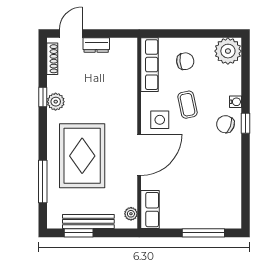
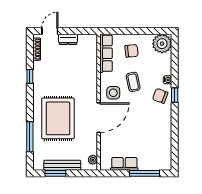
plant: (56, 102) -> (39, 80), removed
row of seats: (150, 210) -> (124, 164), moved, turned -90

